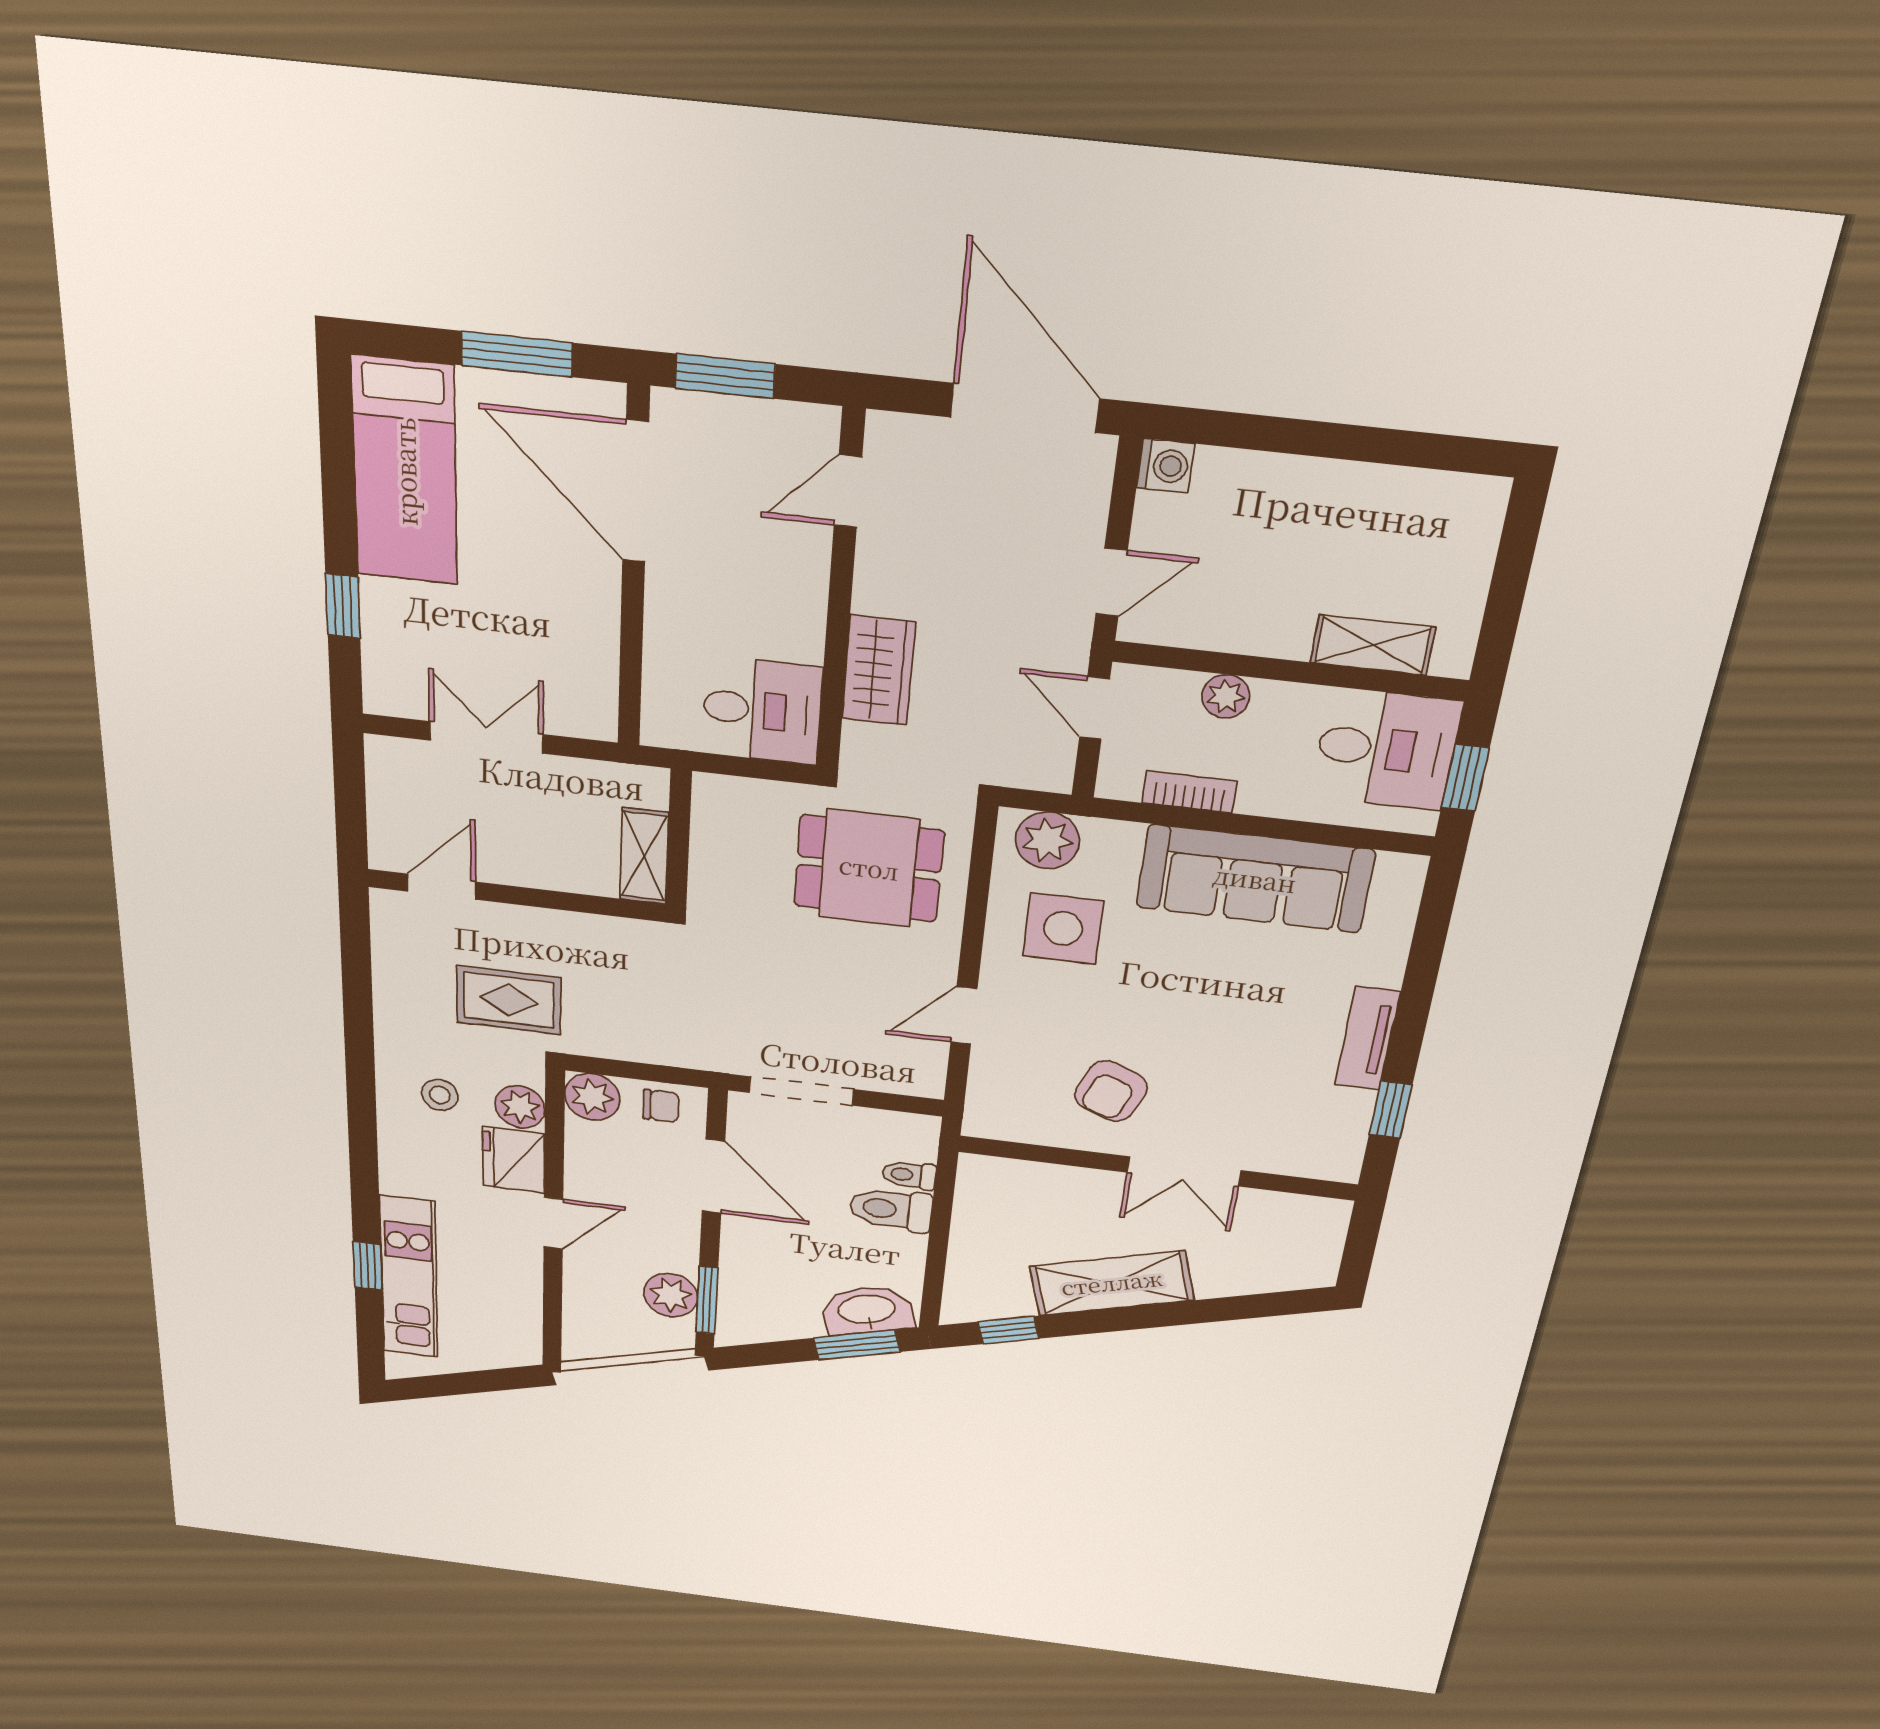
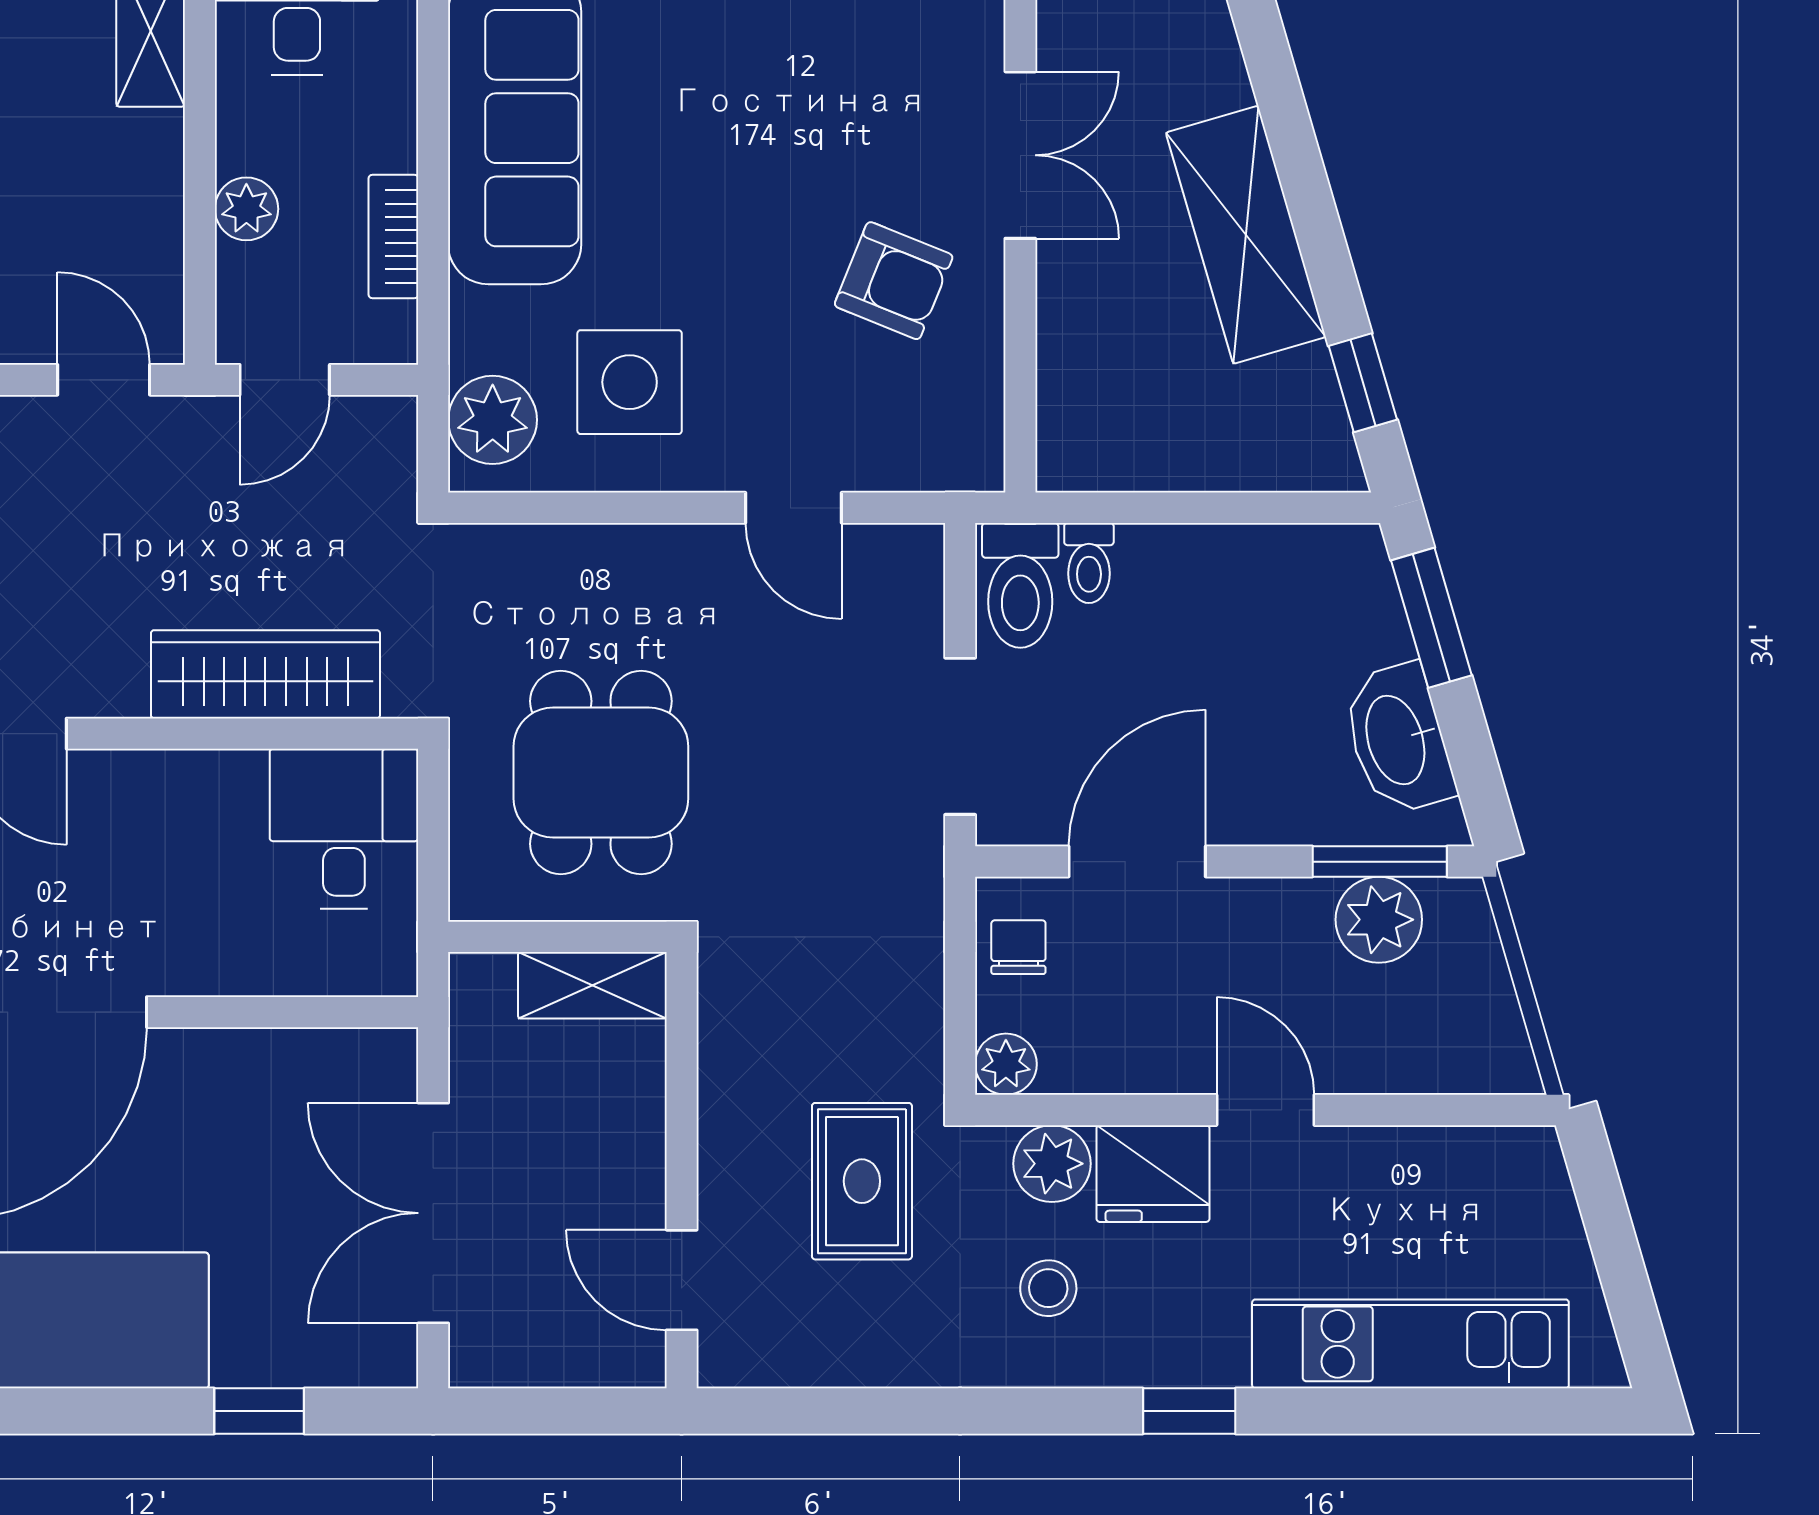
wardrobe: (878, 670) -> (265, 674), width x1.50
double door: (486, 737) -> (433, 1213), width x1.37
dining table: (869, 868) -> (601, 772), moved
plant: (592, 1097) -> (1006, 1064), width x0.73, depth x0.73
toilet: (891, 1209) -> (1020, 585), moved
window: (368, 1266) -> (1189, 1411), moved
washbasin: (867, 1310) -> (1398, 739), moved

